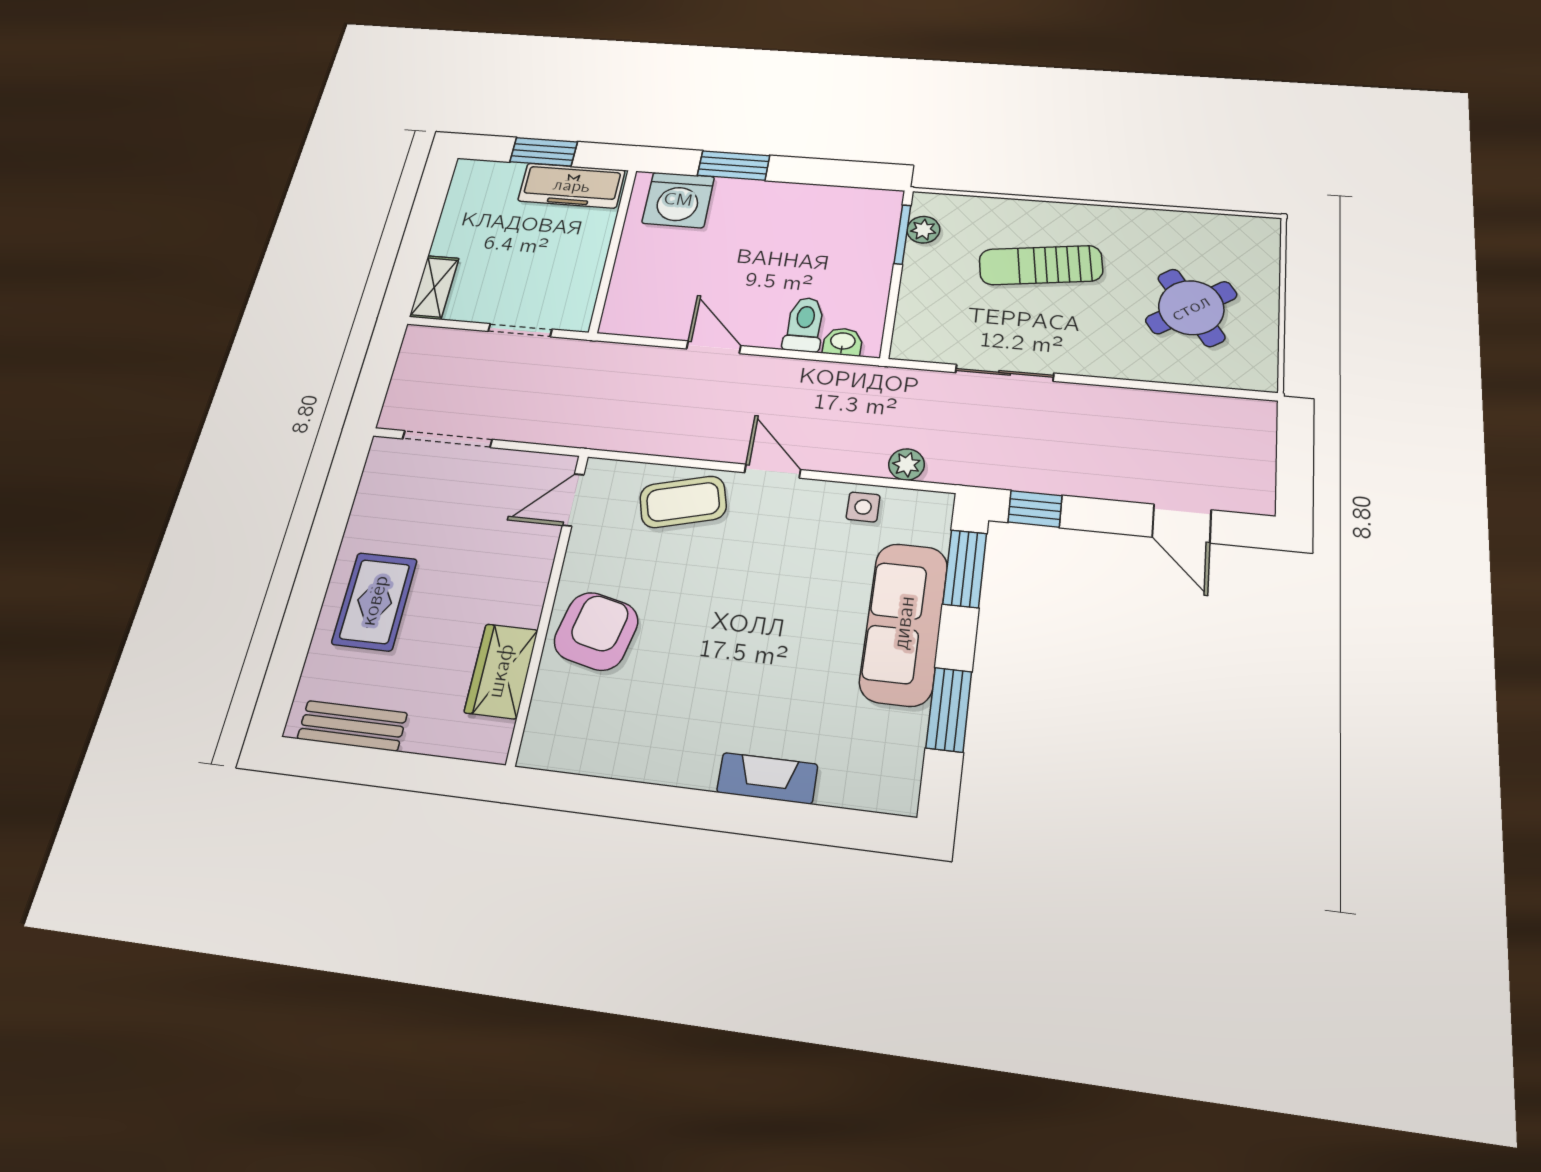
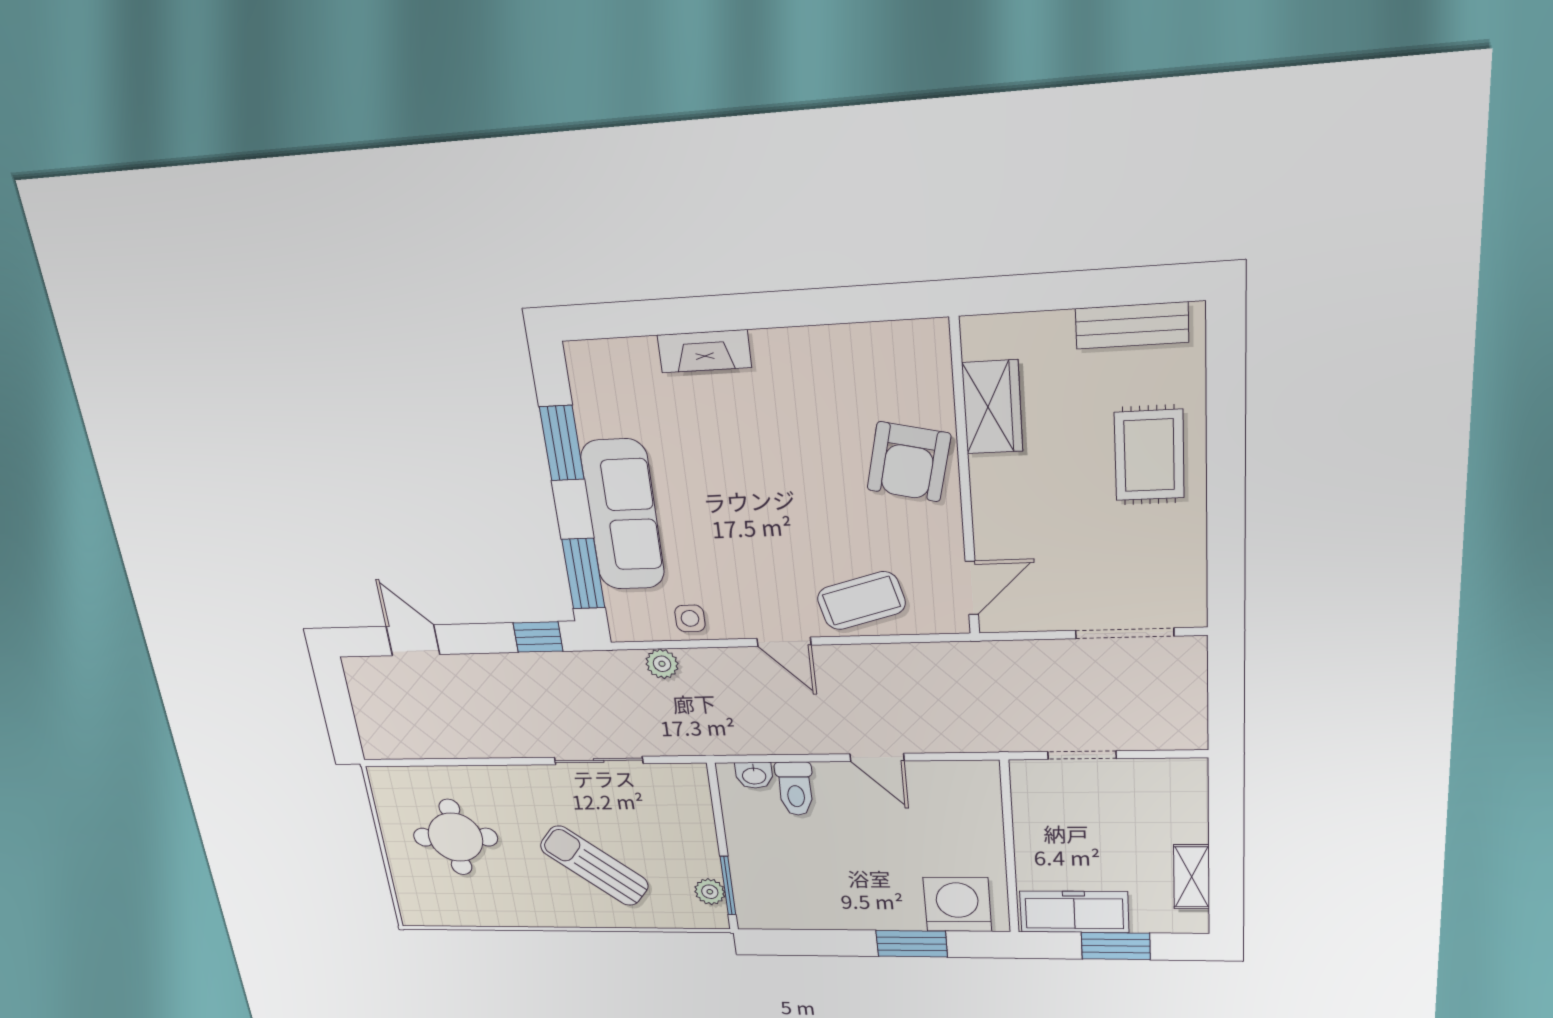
sun lounger: (1041, 265) -> (594, 866), turned -133
shelving: (434, 287) -> (1192, 877), moved
round table: (1191, 308) -> (456, 837), turned 34

